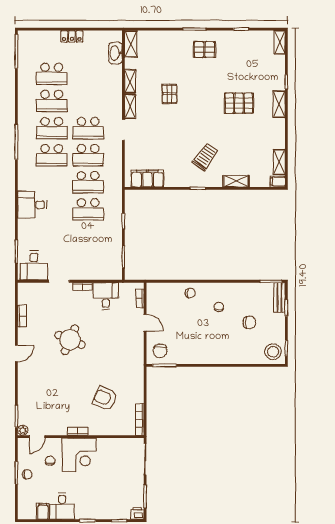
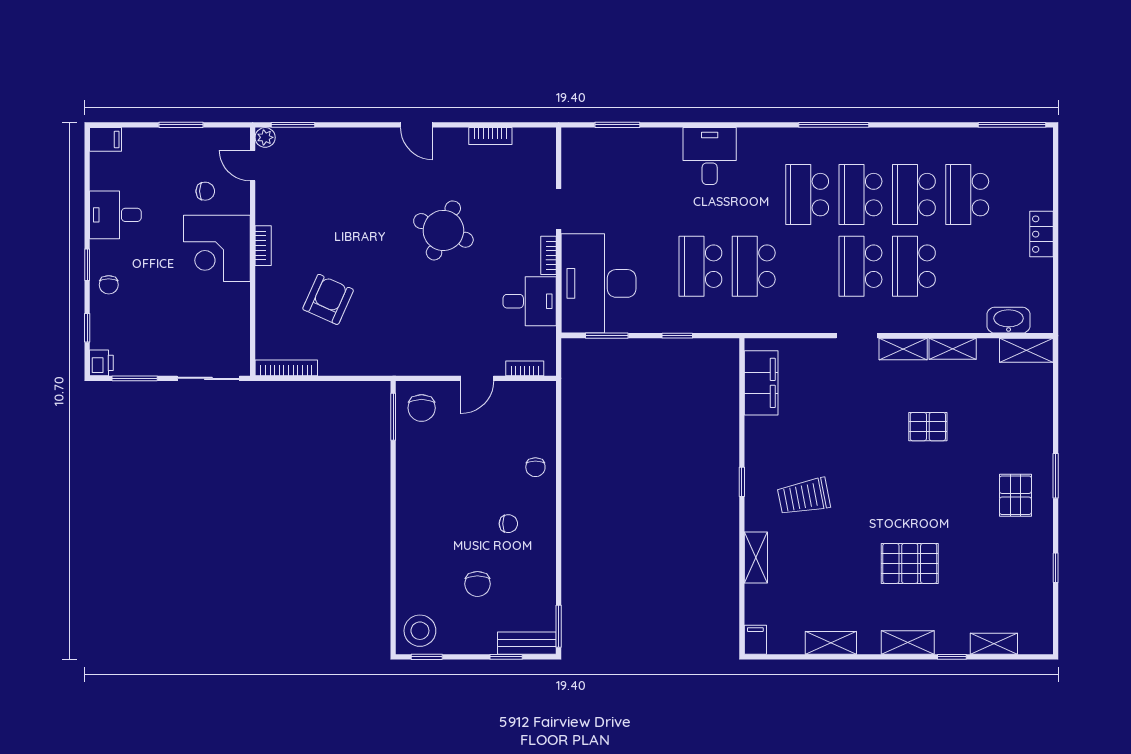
shelving: (280, 42) -> (994, 644), moved
pallet: (239, 103) -> (910, 563), turned 90
school desk: (88, 155) -> (914, 266), moved
trolley: (205, 157) -> (804, 497), turned 134
shelving: (279, 162) -> (831, 643), moved
desk: (34, 265) -> (599, 283), moved, width x1.87, depth x1.30
chair: (160, 351) -> (422, 408), turned -90
chair: (27, 474) -> (109, 285), moved
filing cabinet: (43, 511) -> (105, 139), moved

